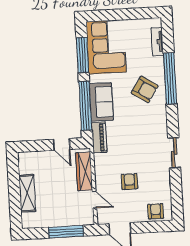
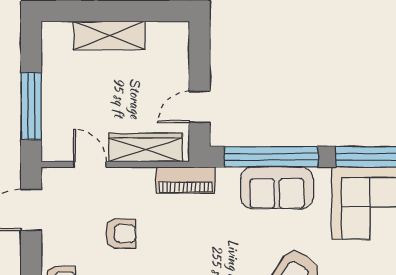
piano: (99, 137) -> (186, 180), moved
door: (95, 200) -> (90, 164), swing flipped

